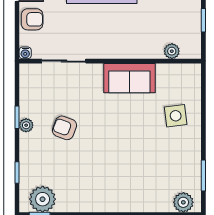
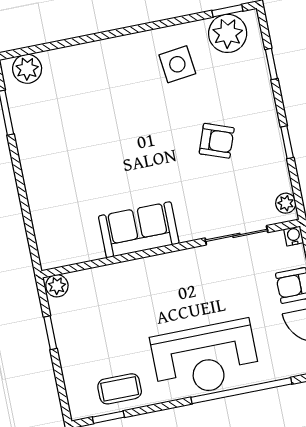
plant: (172, 51) -> (57, 286), moved
side table: (176, 116) -> (177, 64), moved
plant: (26, 125) -> (286, 203), moved

